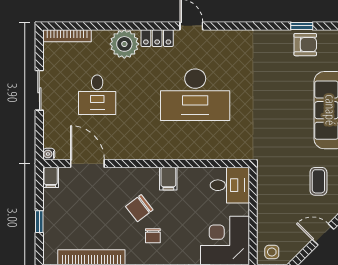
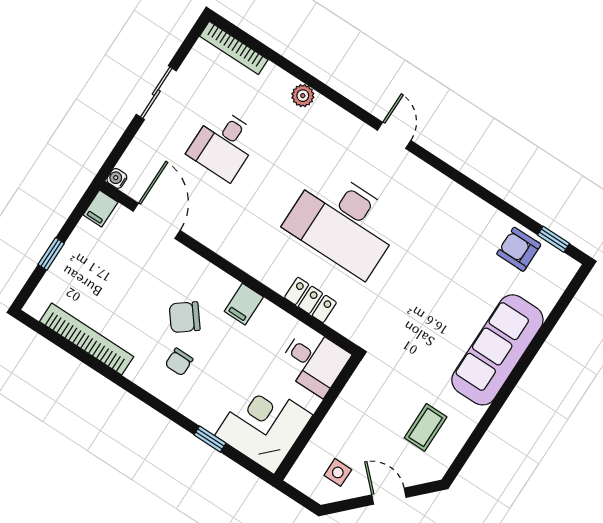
window: (302, 26) -> (554, 239), moved
locker: (157, 38) -> (310, 300), moved, turned 180
plant: (124, 44) -> (303, 96), width x0.53, depth x0.53
armchair: (305, 45) -> (519, 249), turned 180
side table: (272, 252) -> (338, 472), moved

